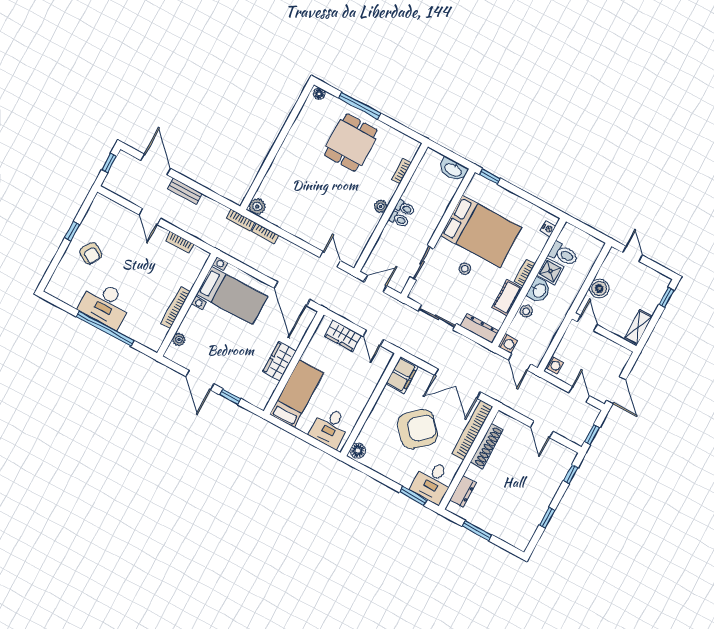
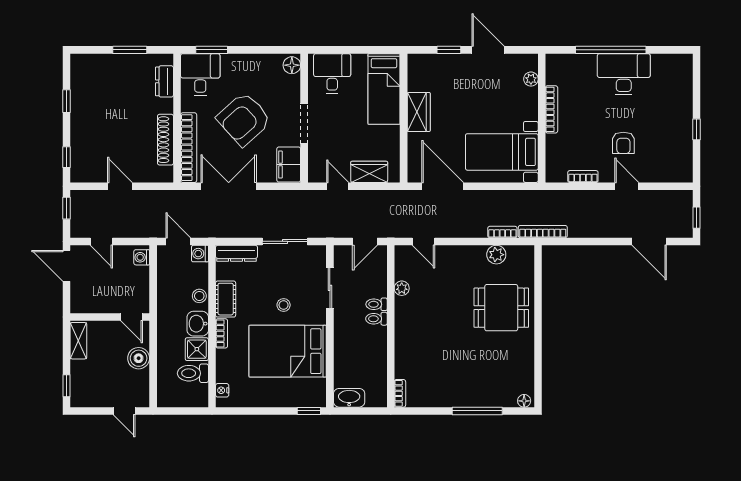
dining table: (351, 143) -> (501, 308), moved, turned 90
bookcase: (401, 171) -> (400, 393), moved
bench: (185, 191) -> (606, 231), removed
plant: (257, 206) -> (496, 255), moved
plant: (381, 206) -> (402, 288), moved
toilet: (405, 208) -> (377, 304), moved
bookcase: (241, 220) -> (543, 232), width x1.56
armchair: (91, 253) -> (623, 143), moved, turned -122
doorway: (373, 400) -> (304, 124), added

